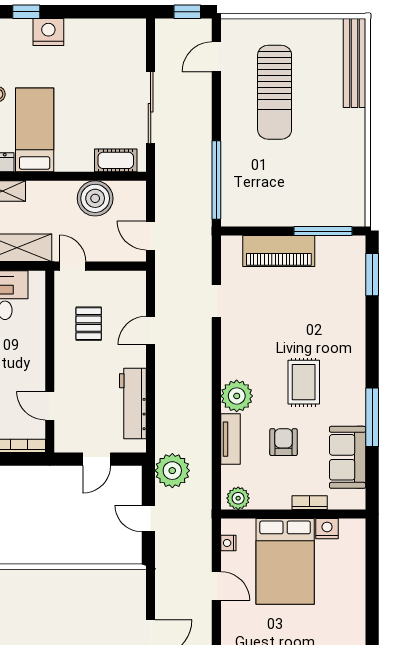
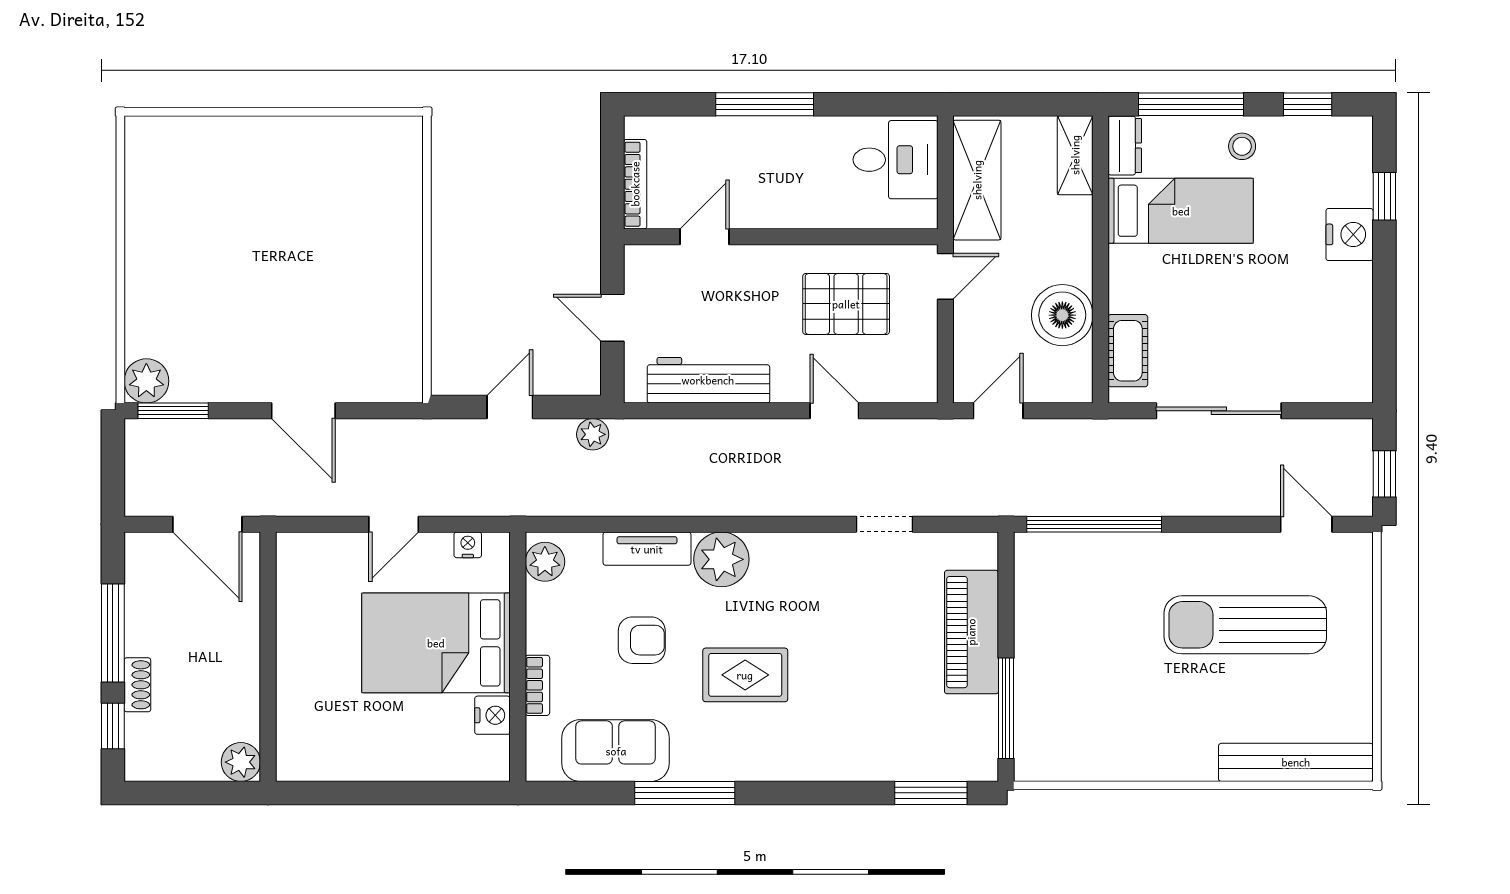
pallet: (89, 324) -> (846, 304), width x1.50, depth x1.42
plant: (172, 471) -> (593, 434), width x0.53, depth x0.53

